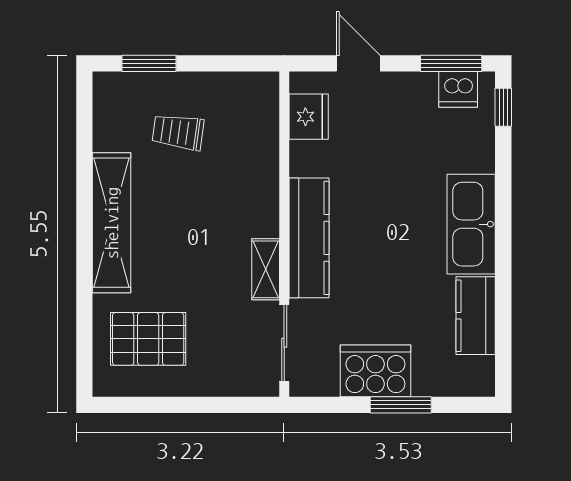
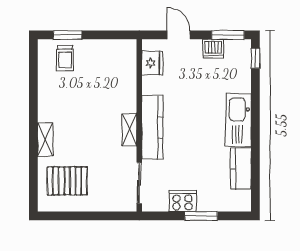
dishwasher: (458, 89) -> (213, 49), moved
trolley: (178, 132) -> (65, 58), moved, turned -98
shelving: (112, 223) -> (45, 140), width x0.45, depth x0.75
shelving: (266, 269) -> (129, 130), moved
cooker: (375, 371) -> (183, 201), width x0.73, depth x0.76

